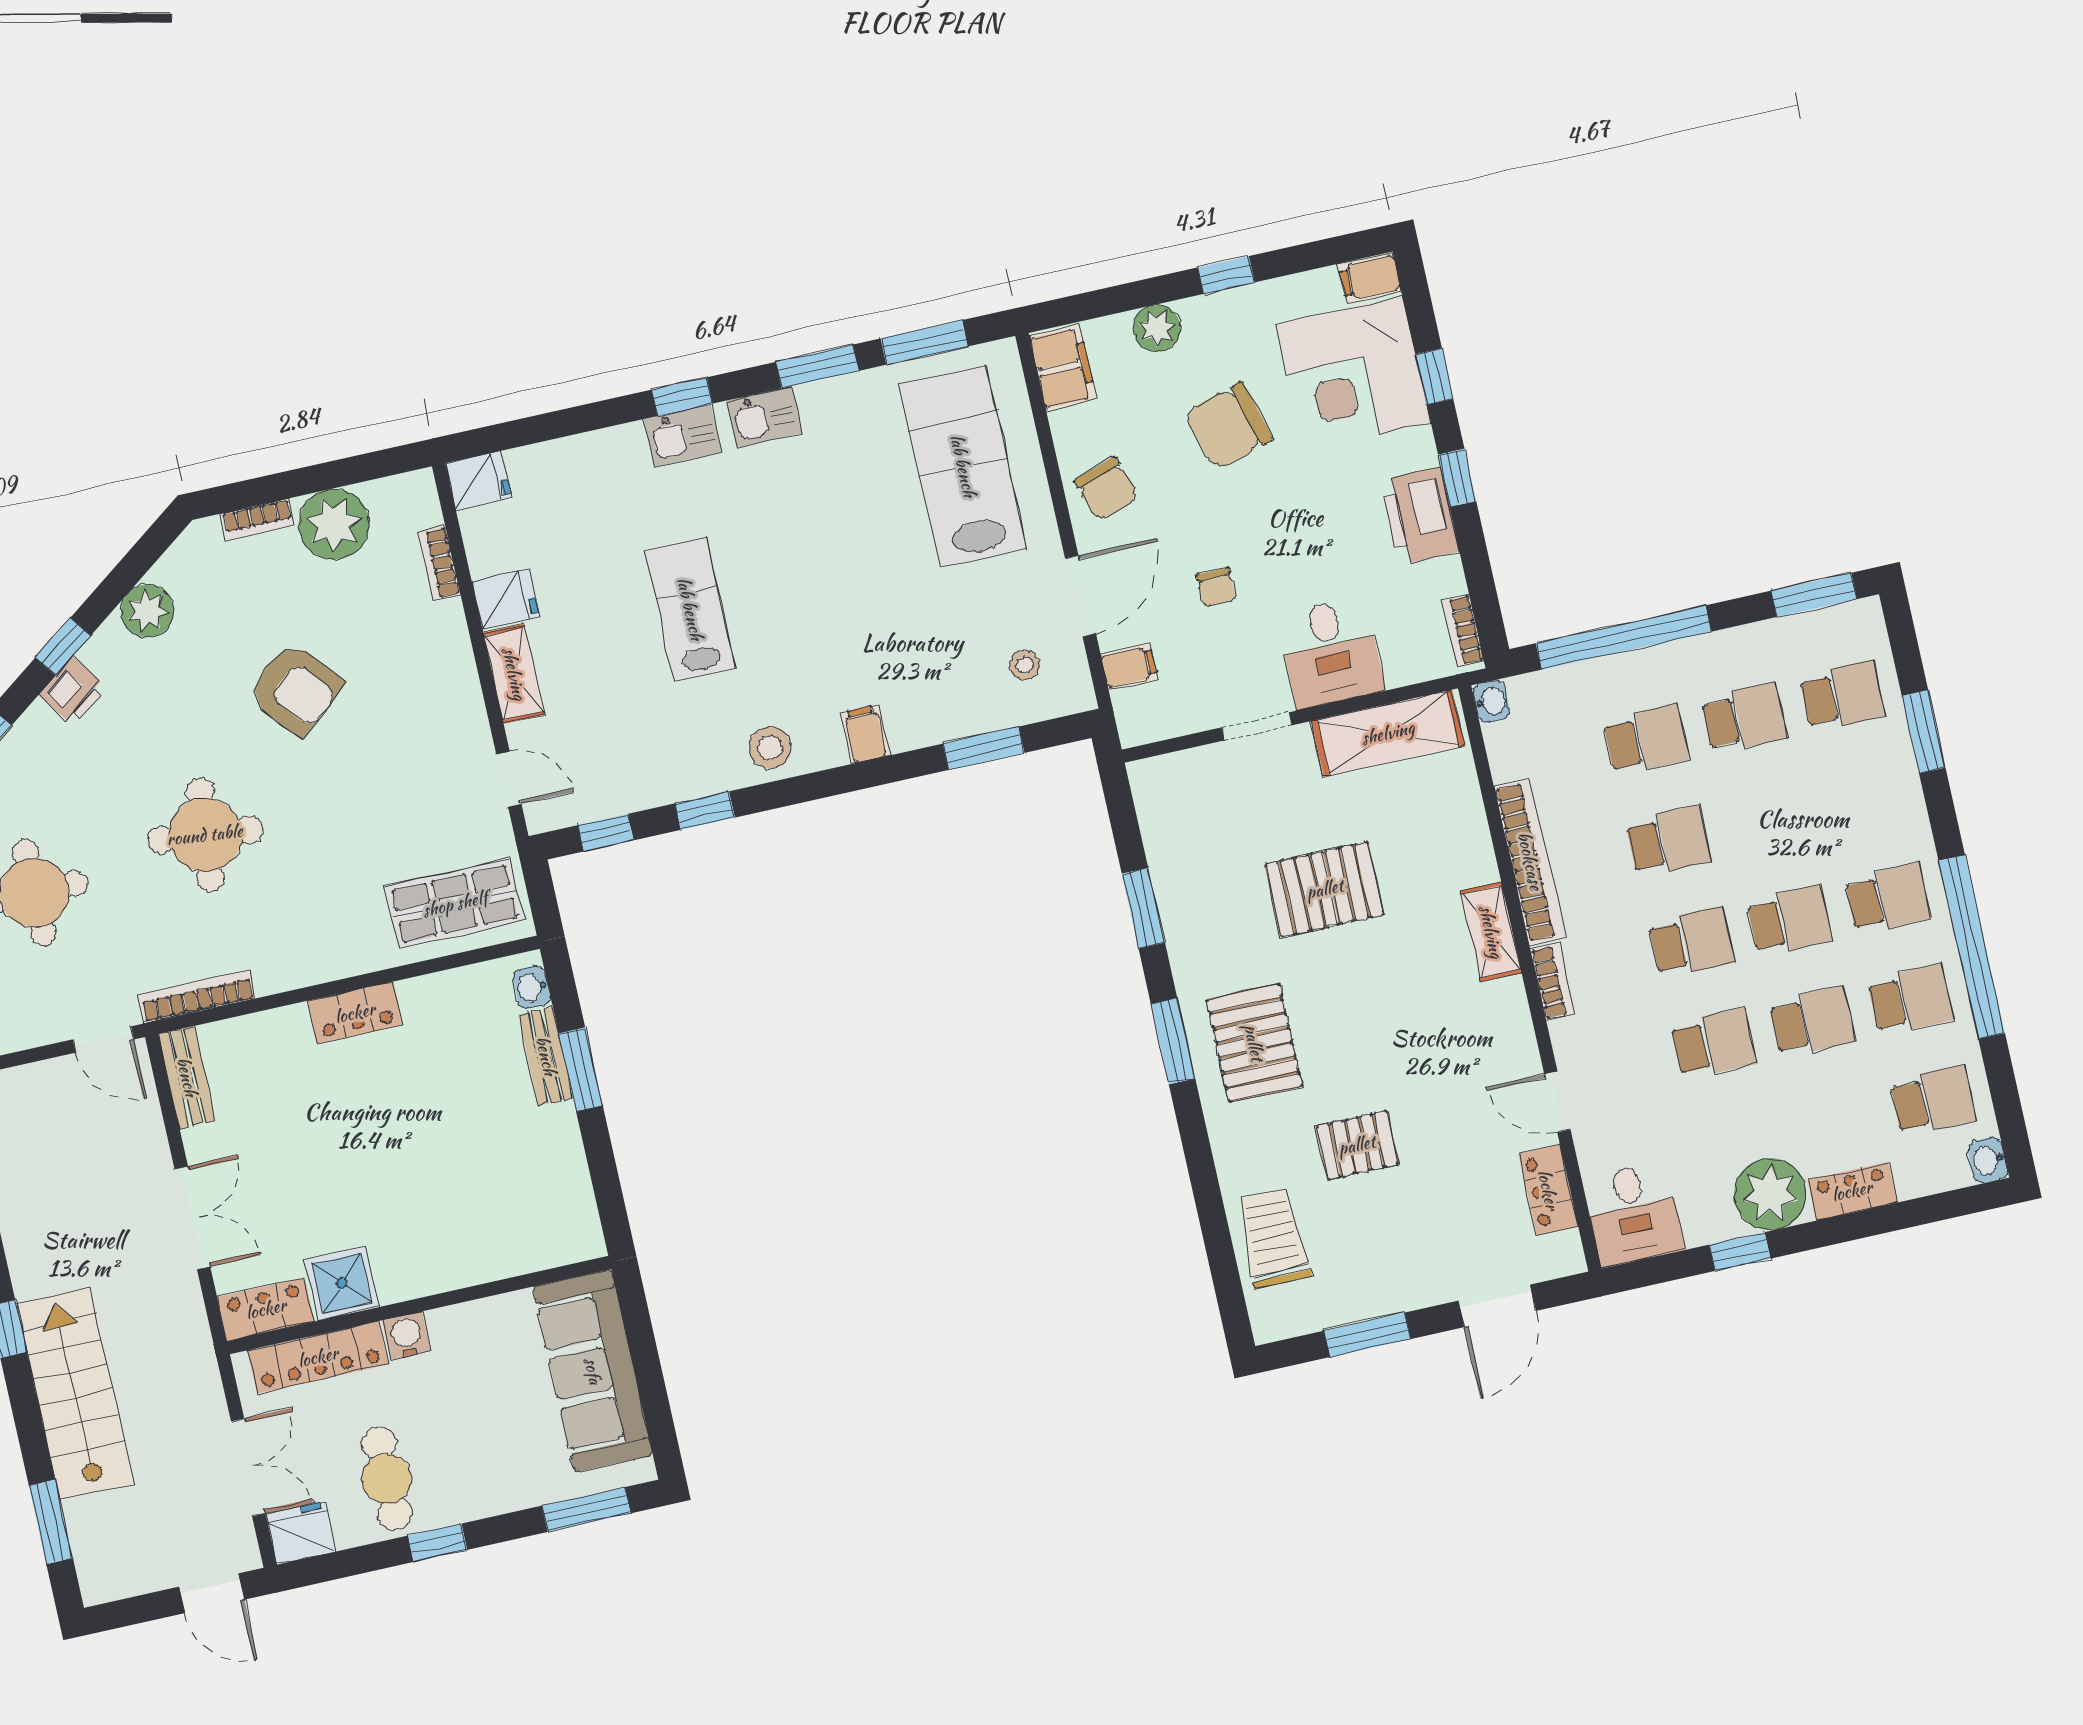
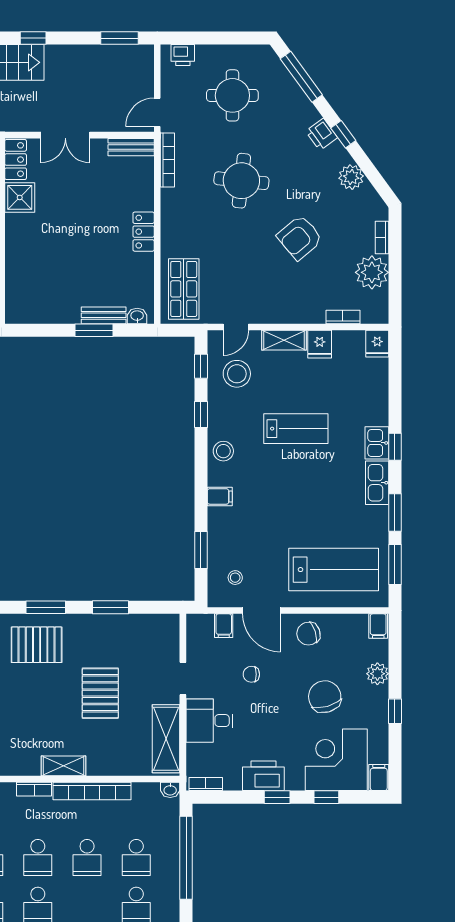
filing cabinet: (1063, 368) -> (378, 626), width x0.50
kitchen sink: (764, 417) -> (377, 483), width x1.38
stool: (605, 755) -> (237, 374), added

